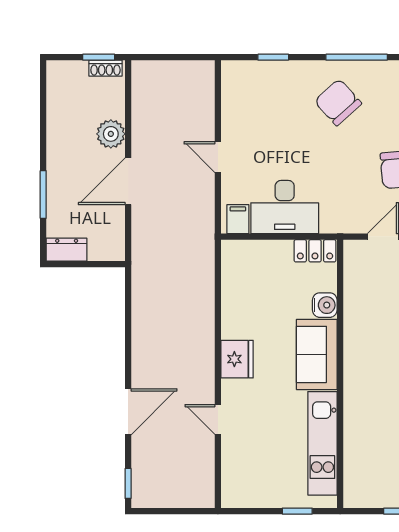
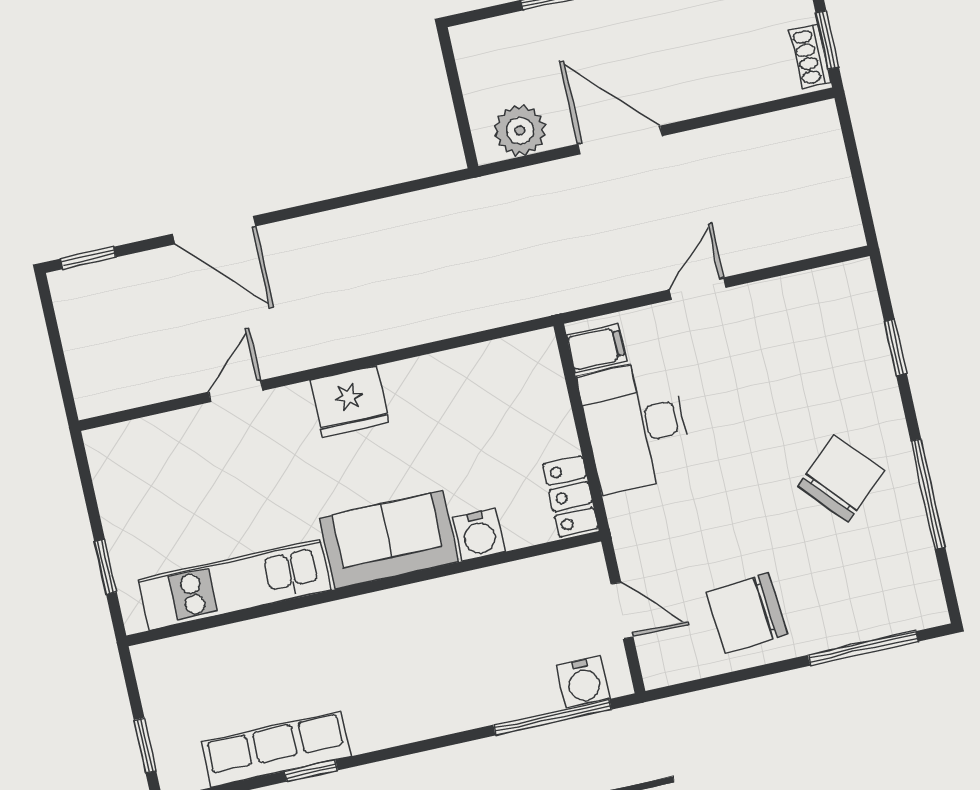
plant: (111, 134) -> (520, 130), moved
dresser: (67, 250) -> (476, 59), removed

